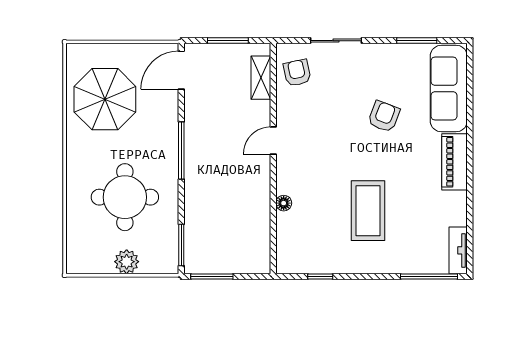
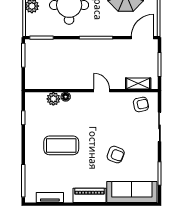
door: (181, 70) -> (142, 38), hinge flipped
plant: (287, 224) -> (53, 99), added
tv unit: (458, 250) -> (50, 197), moved

